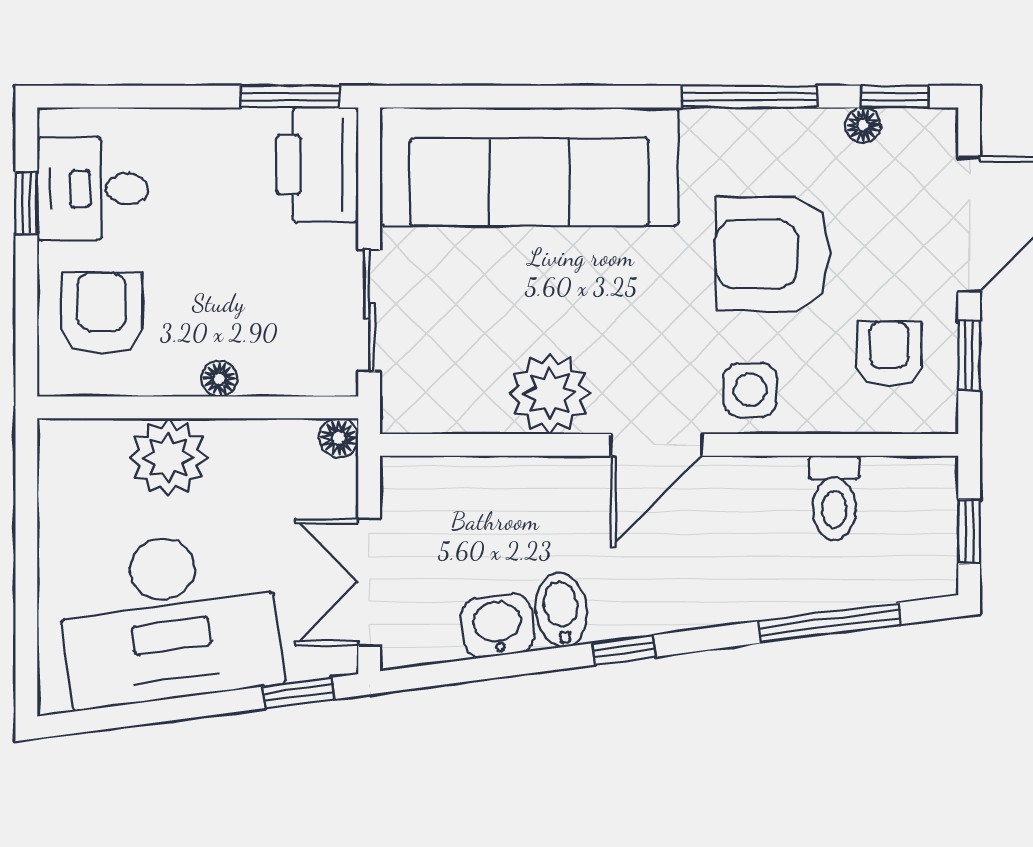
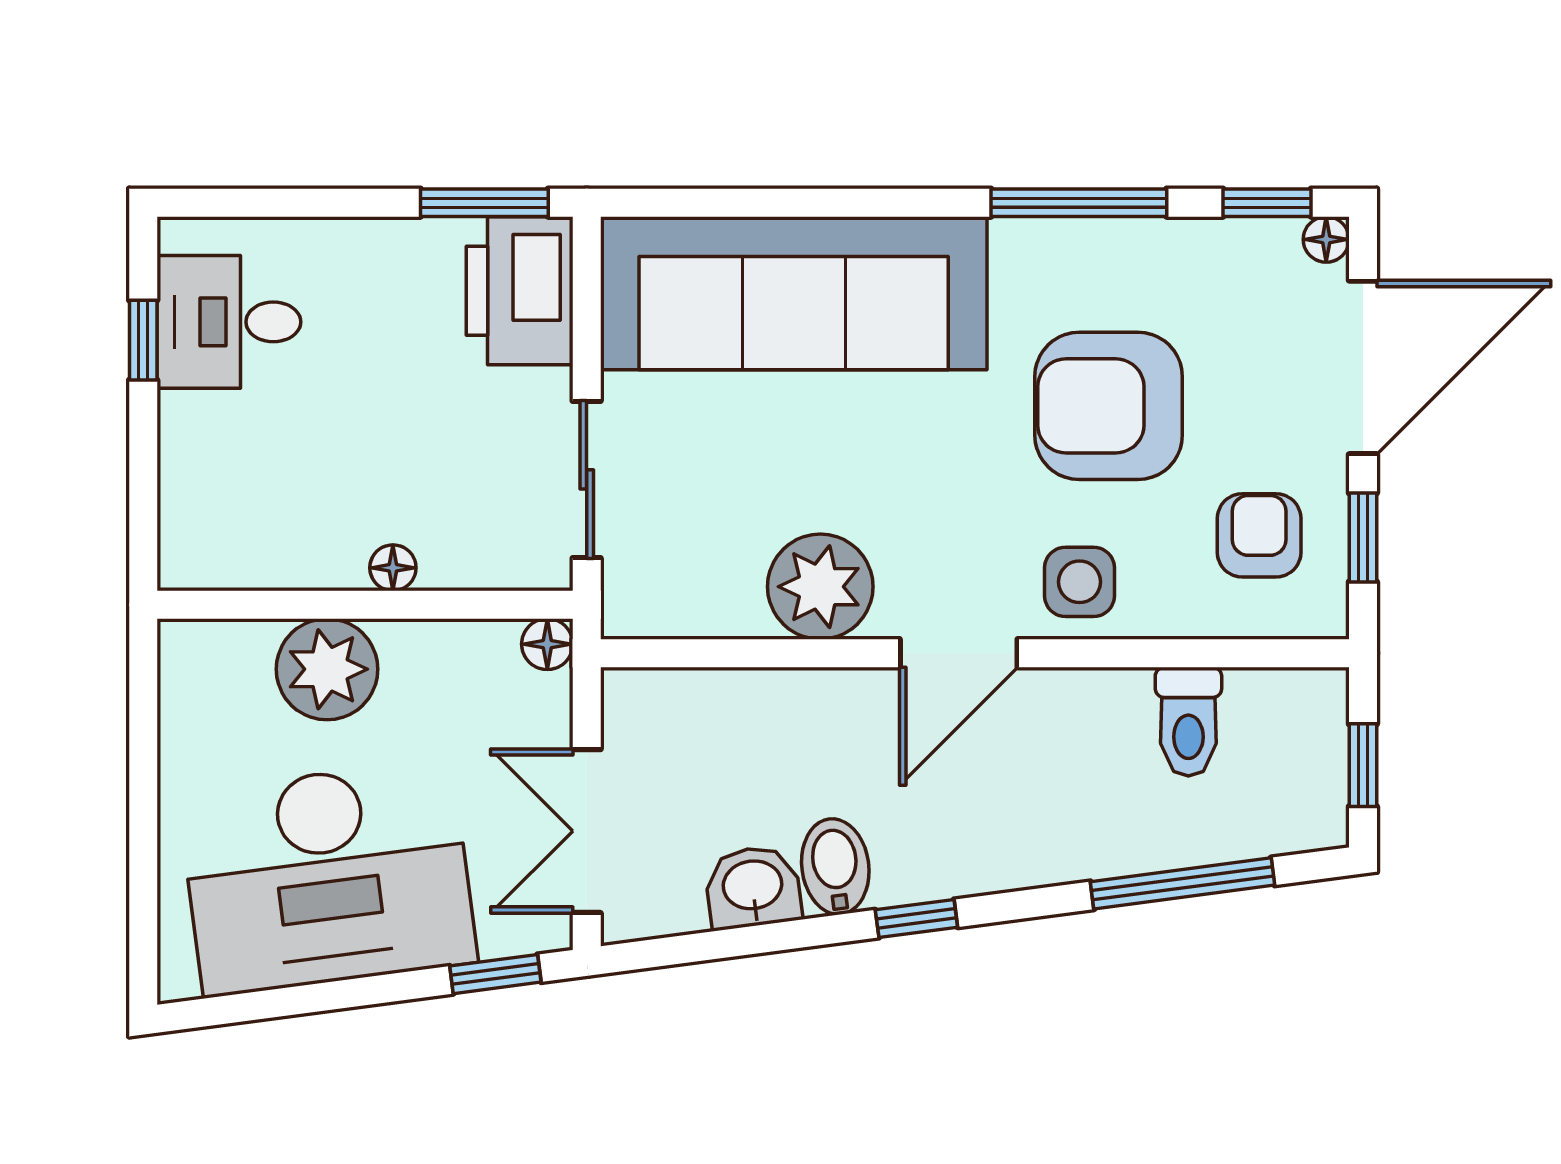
floor lamp: (863, 125) -> (1326, 239), moved
armchair: (102, 313) -> (241, 483), removed

